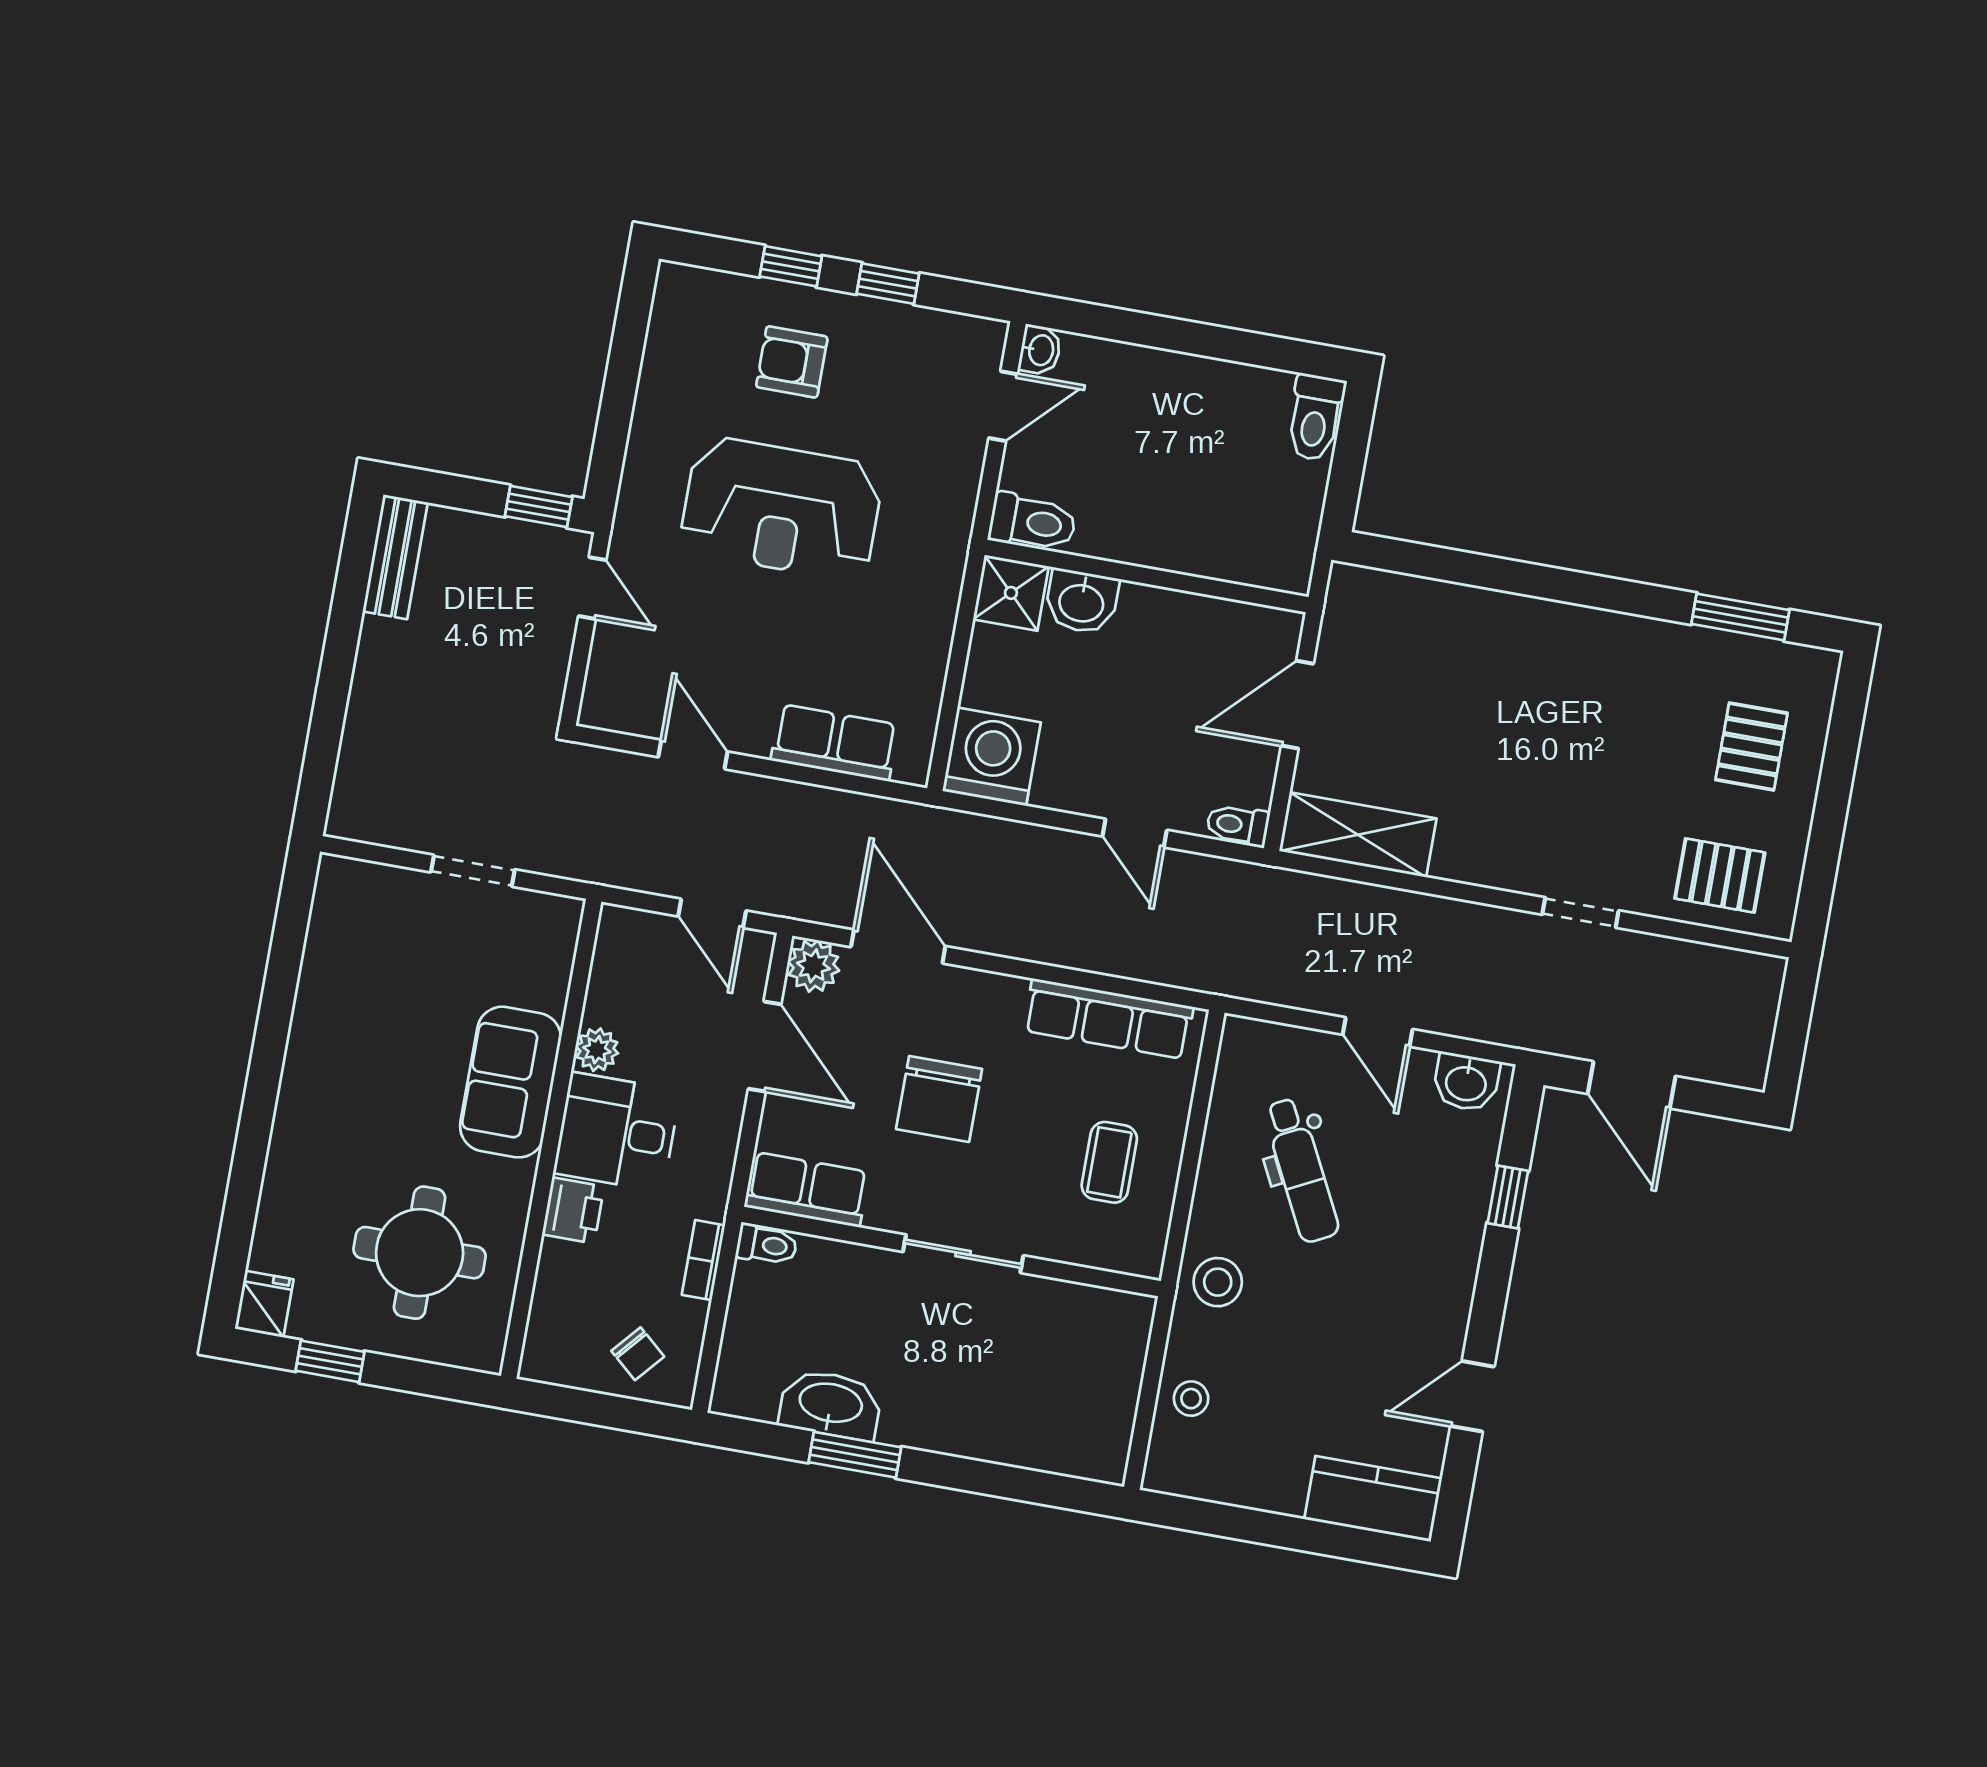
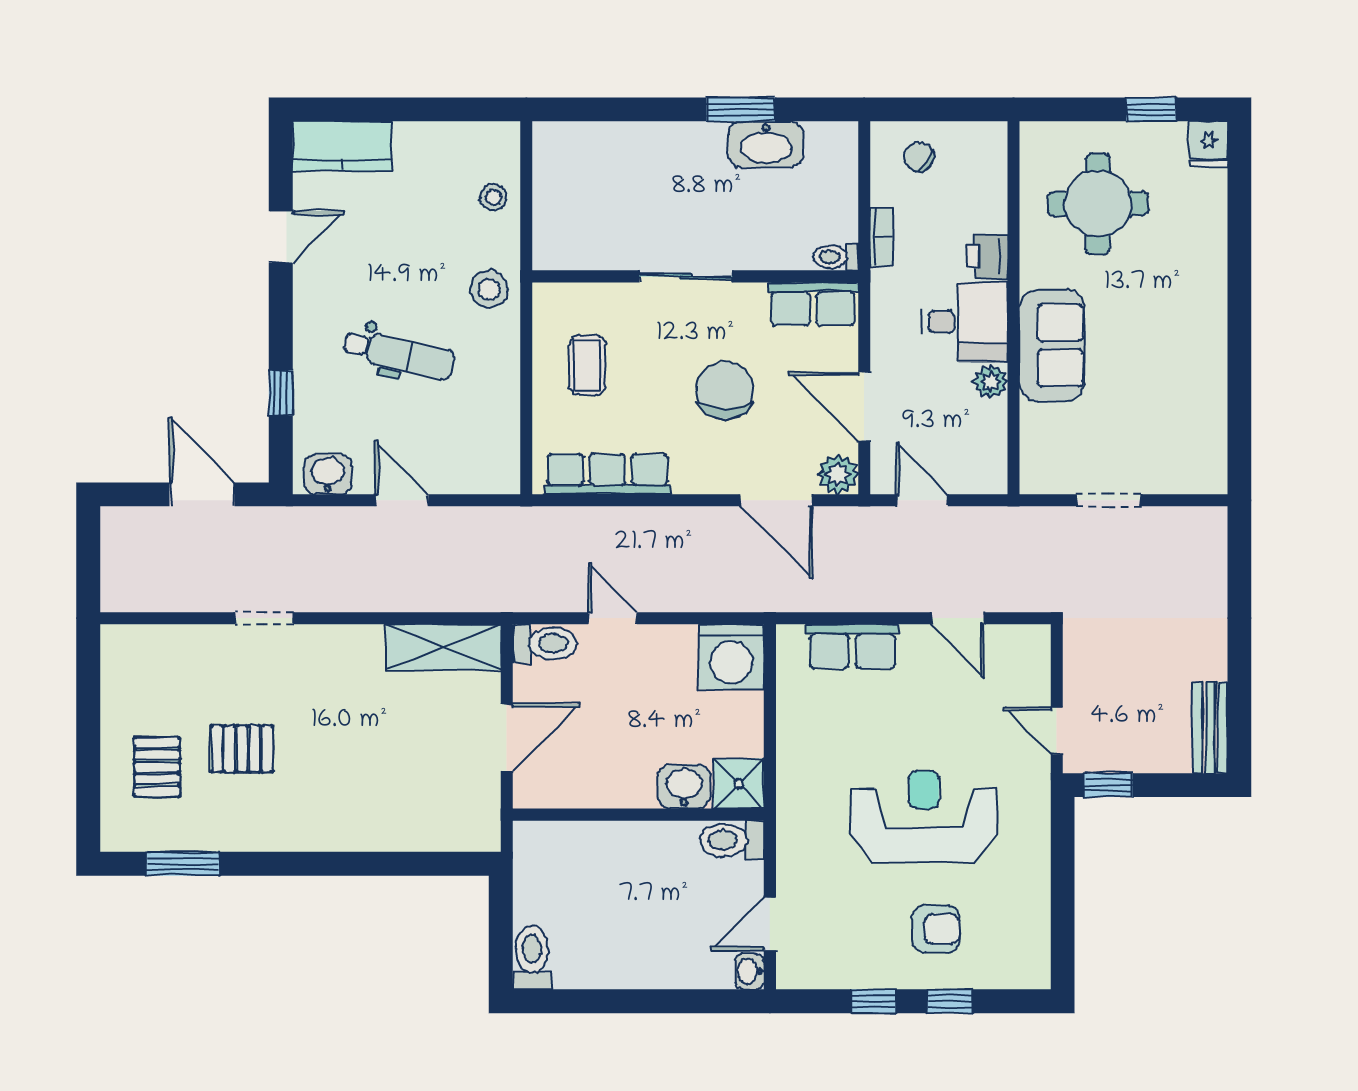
toilet: (1238, 825) -> (545, 644), width x1.37, depth x1.39
pallet: (1720, 875) -> (242, 749), moved
dental chair: (1301, 1170) -> (399, 354), moved, turned 130

